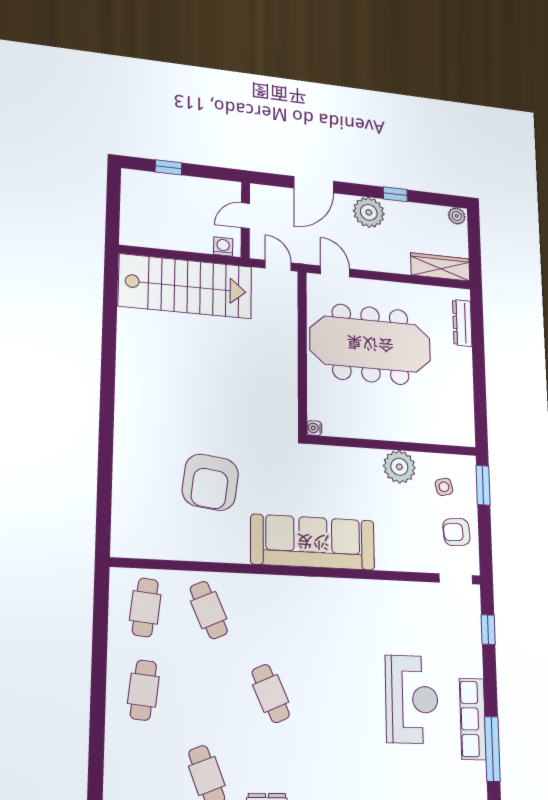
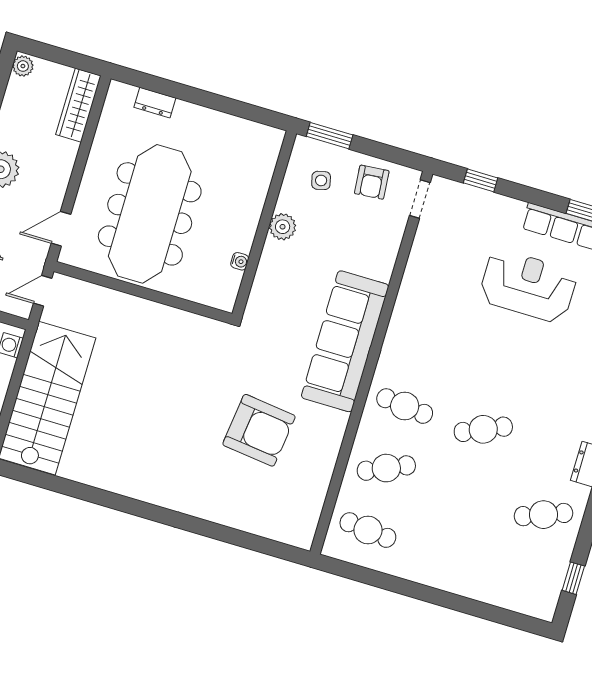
dresser: (462, 323) -> (155, 103), width x0.70
water cooler: (314, 428) -> (240, 261), moved, turned -90
plant: (399, 467) -> (283, 227), width x0.73, depth x0.73
cafe table: (143, 690) -> (405, 406), moved

